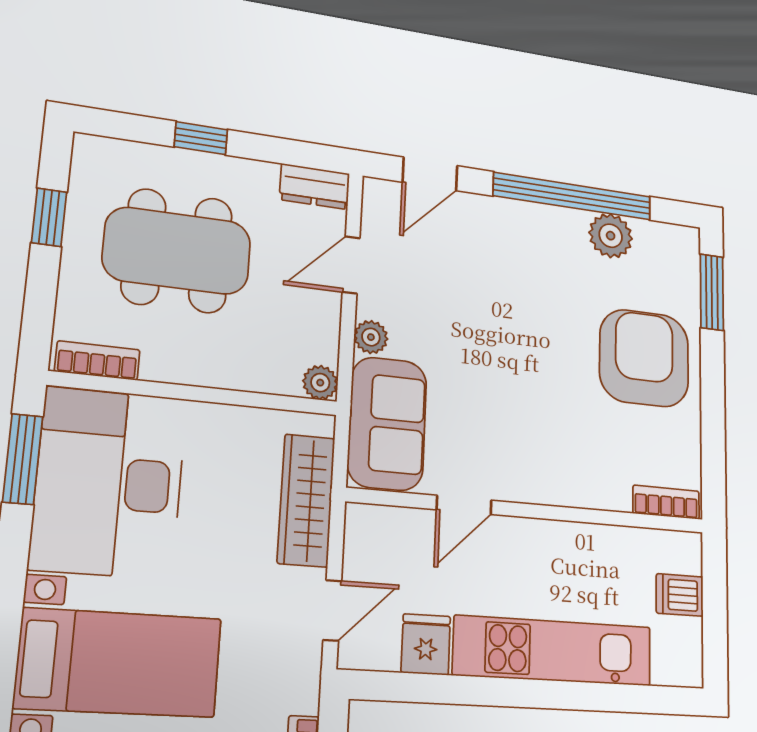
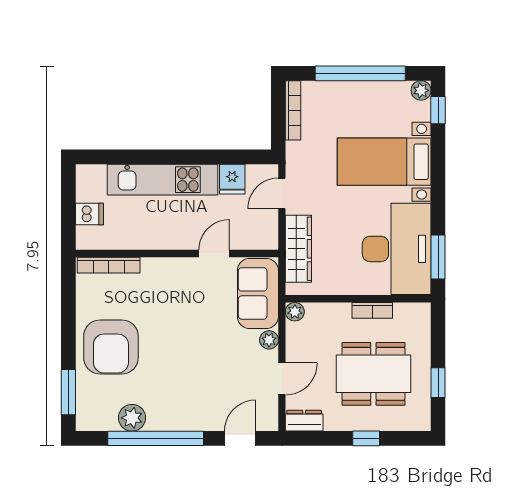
bookcase: (97, 361) -> (372, 310), moved
bookcase: (666, 502) -> (109, 265), width x1.56

